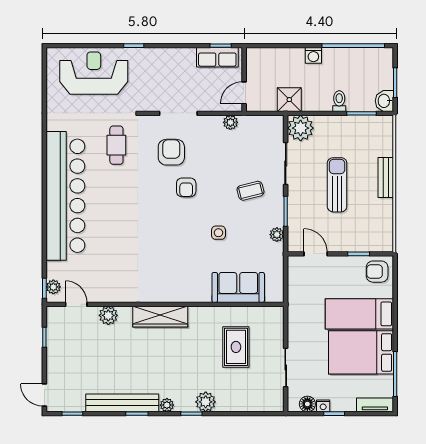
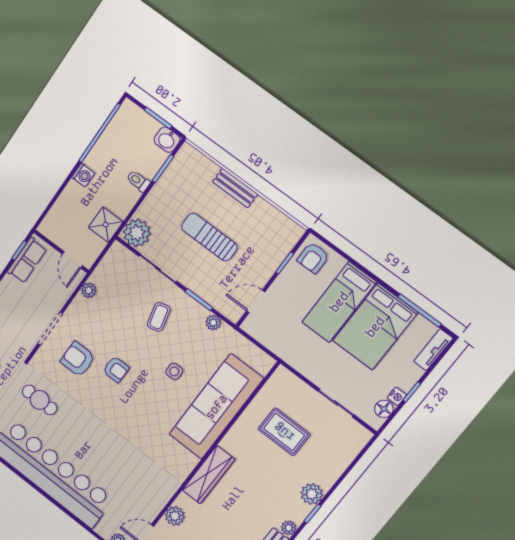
sofa: (238, 287) -> (216, 407), width x1.85, depth x1.27

